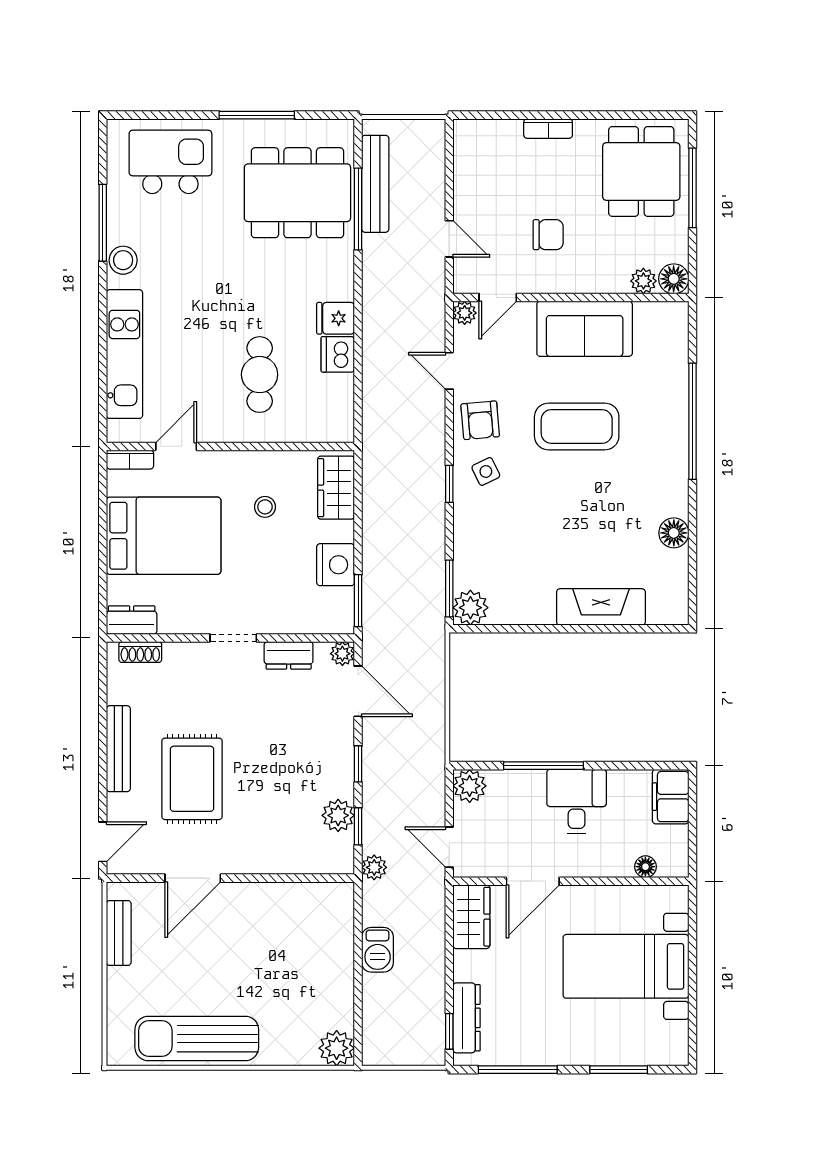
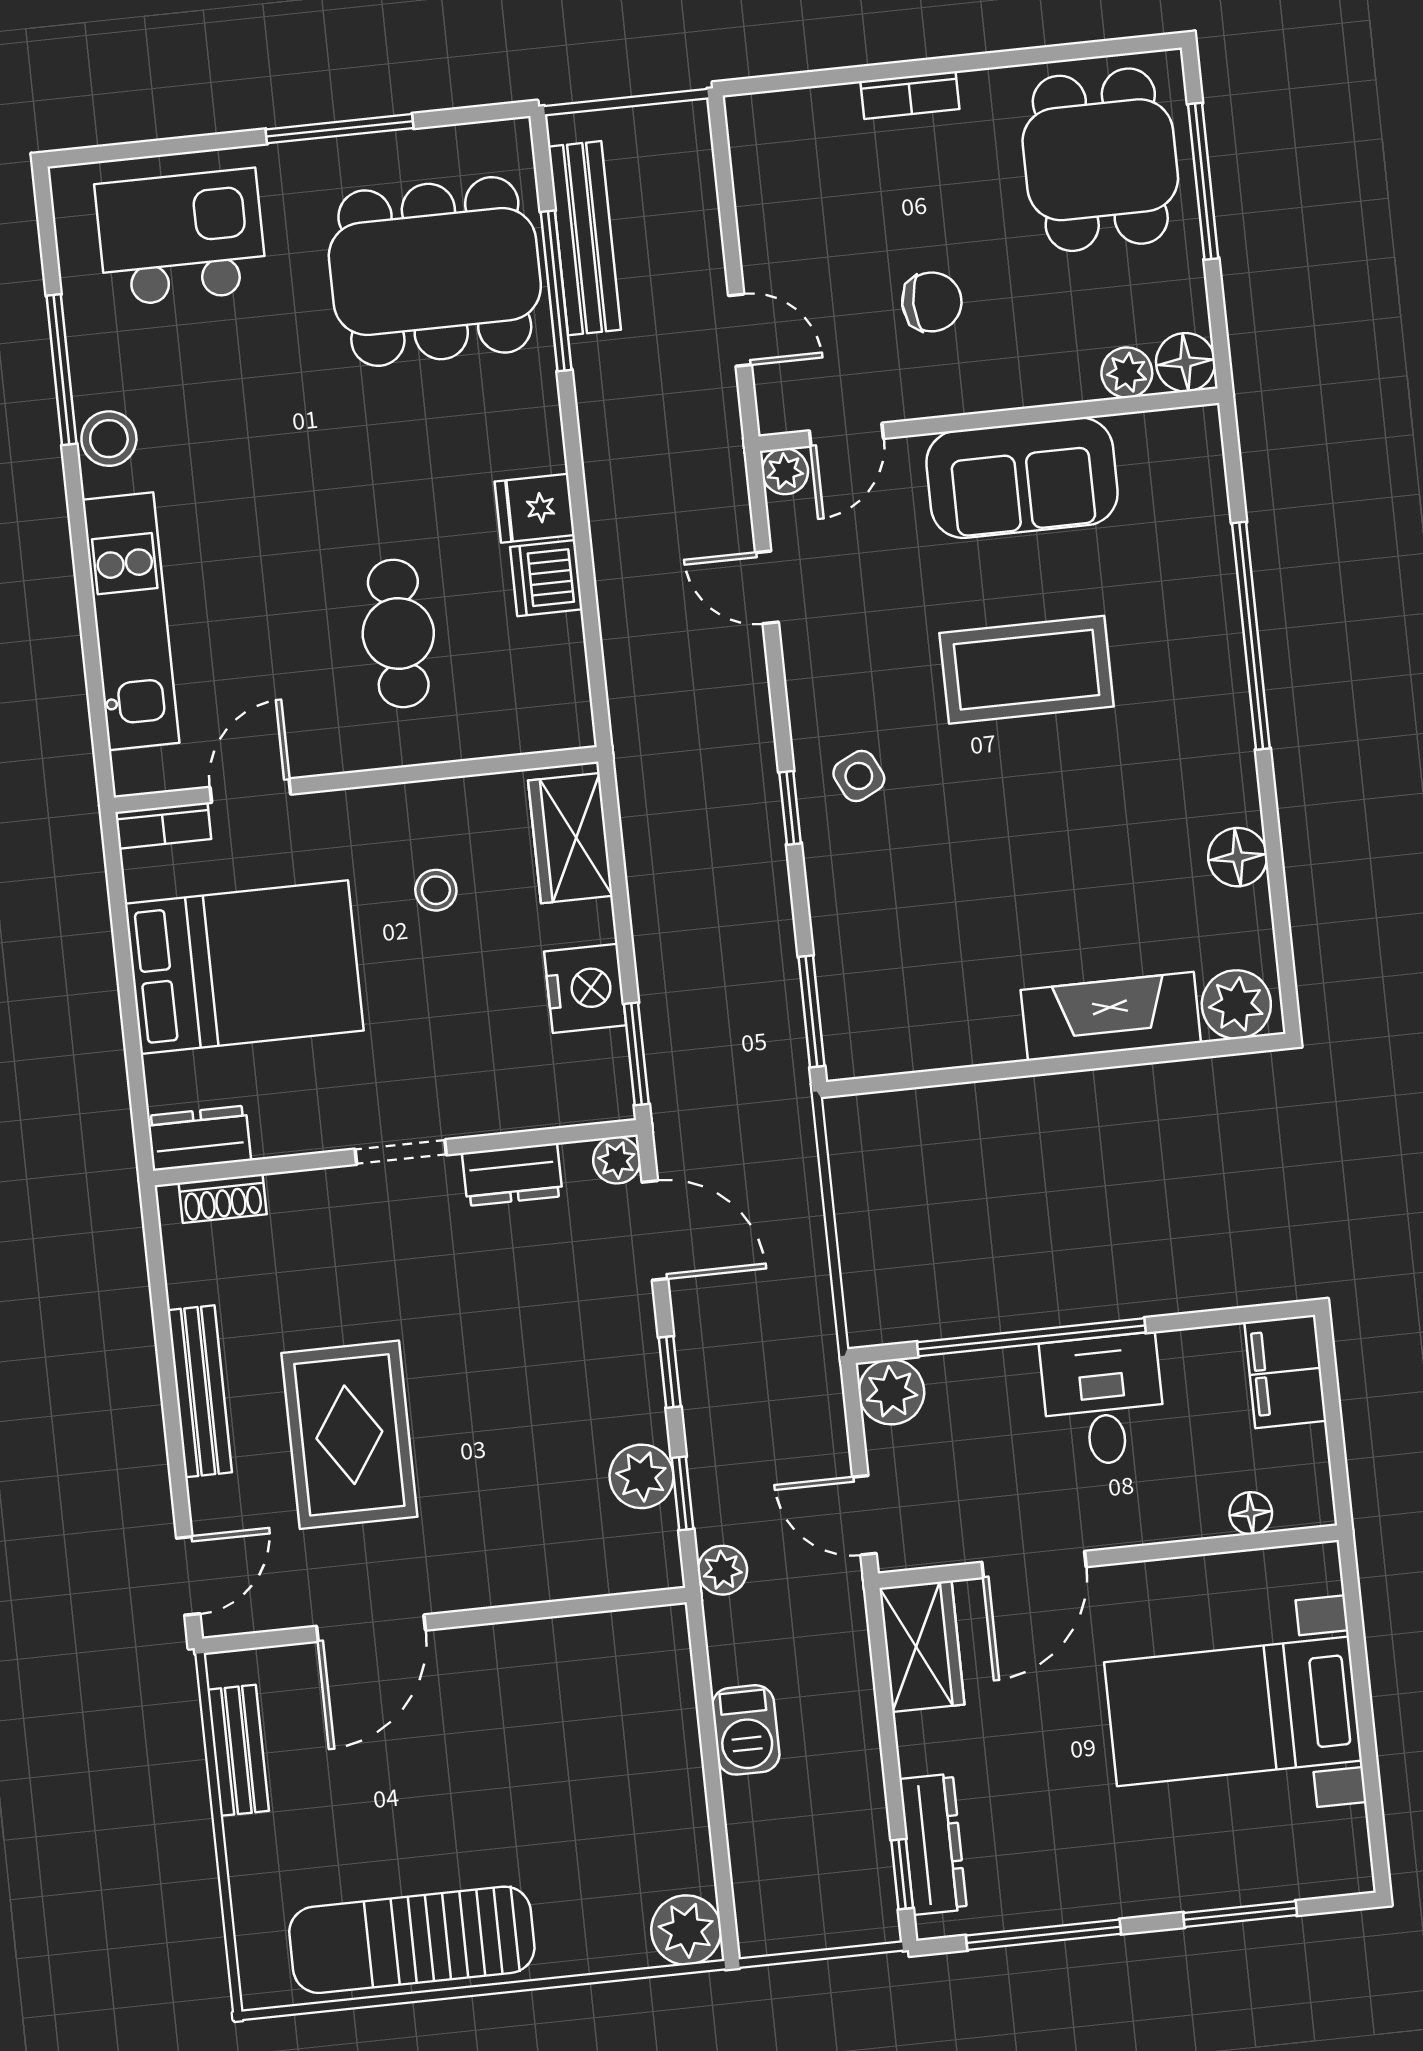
armchair: (480, 420) -> (837, 677), removed
plant: (470, 608) -> (1236, 1004), moved
window: (543, 766) -> (1031, 1337), width x1.46

